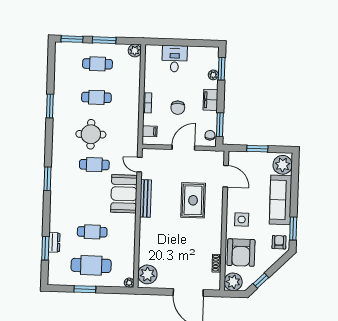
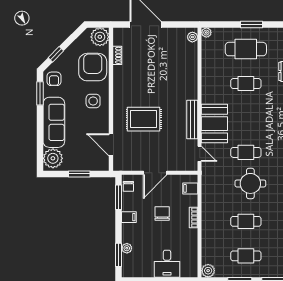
filing cabinet: (210, 100) -> (129, 217), width x0.50
rug: (193, 200) -> (144, 119), turned 90
plant: (147, 274) -> (192, 37), width x0.53, depth x0.53
window: (261, 281) -> (56, 54), moved

